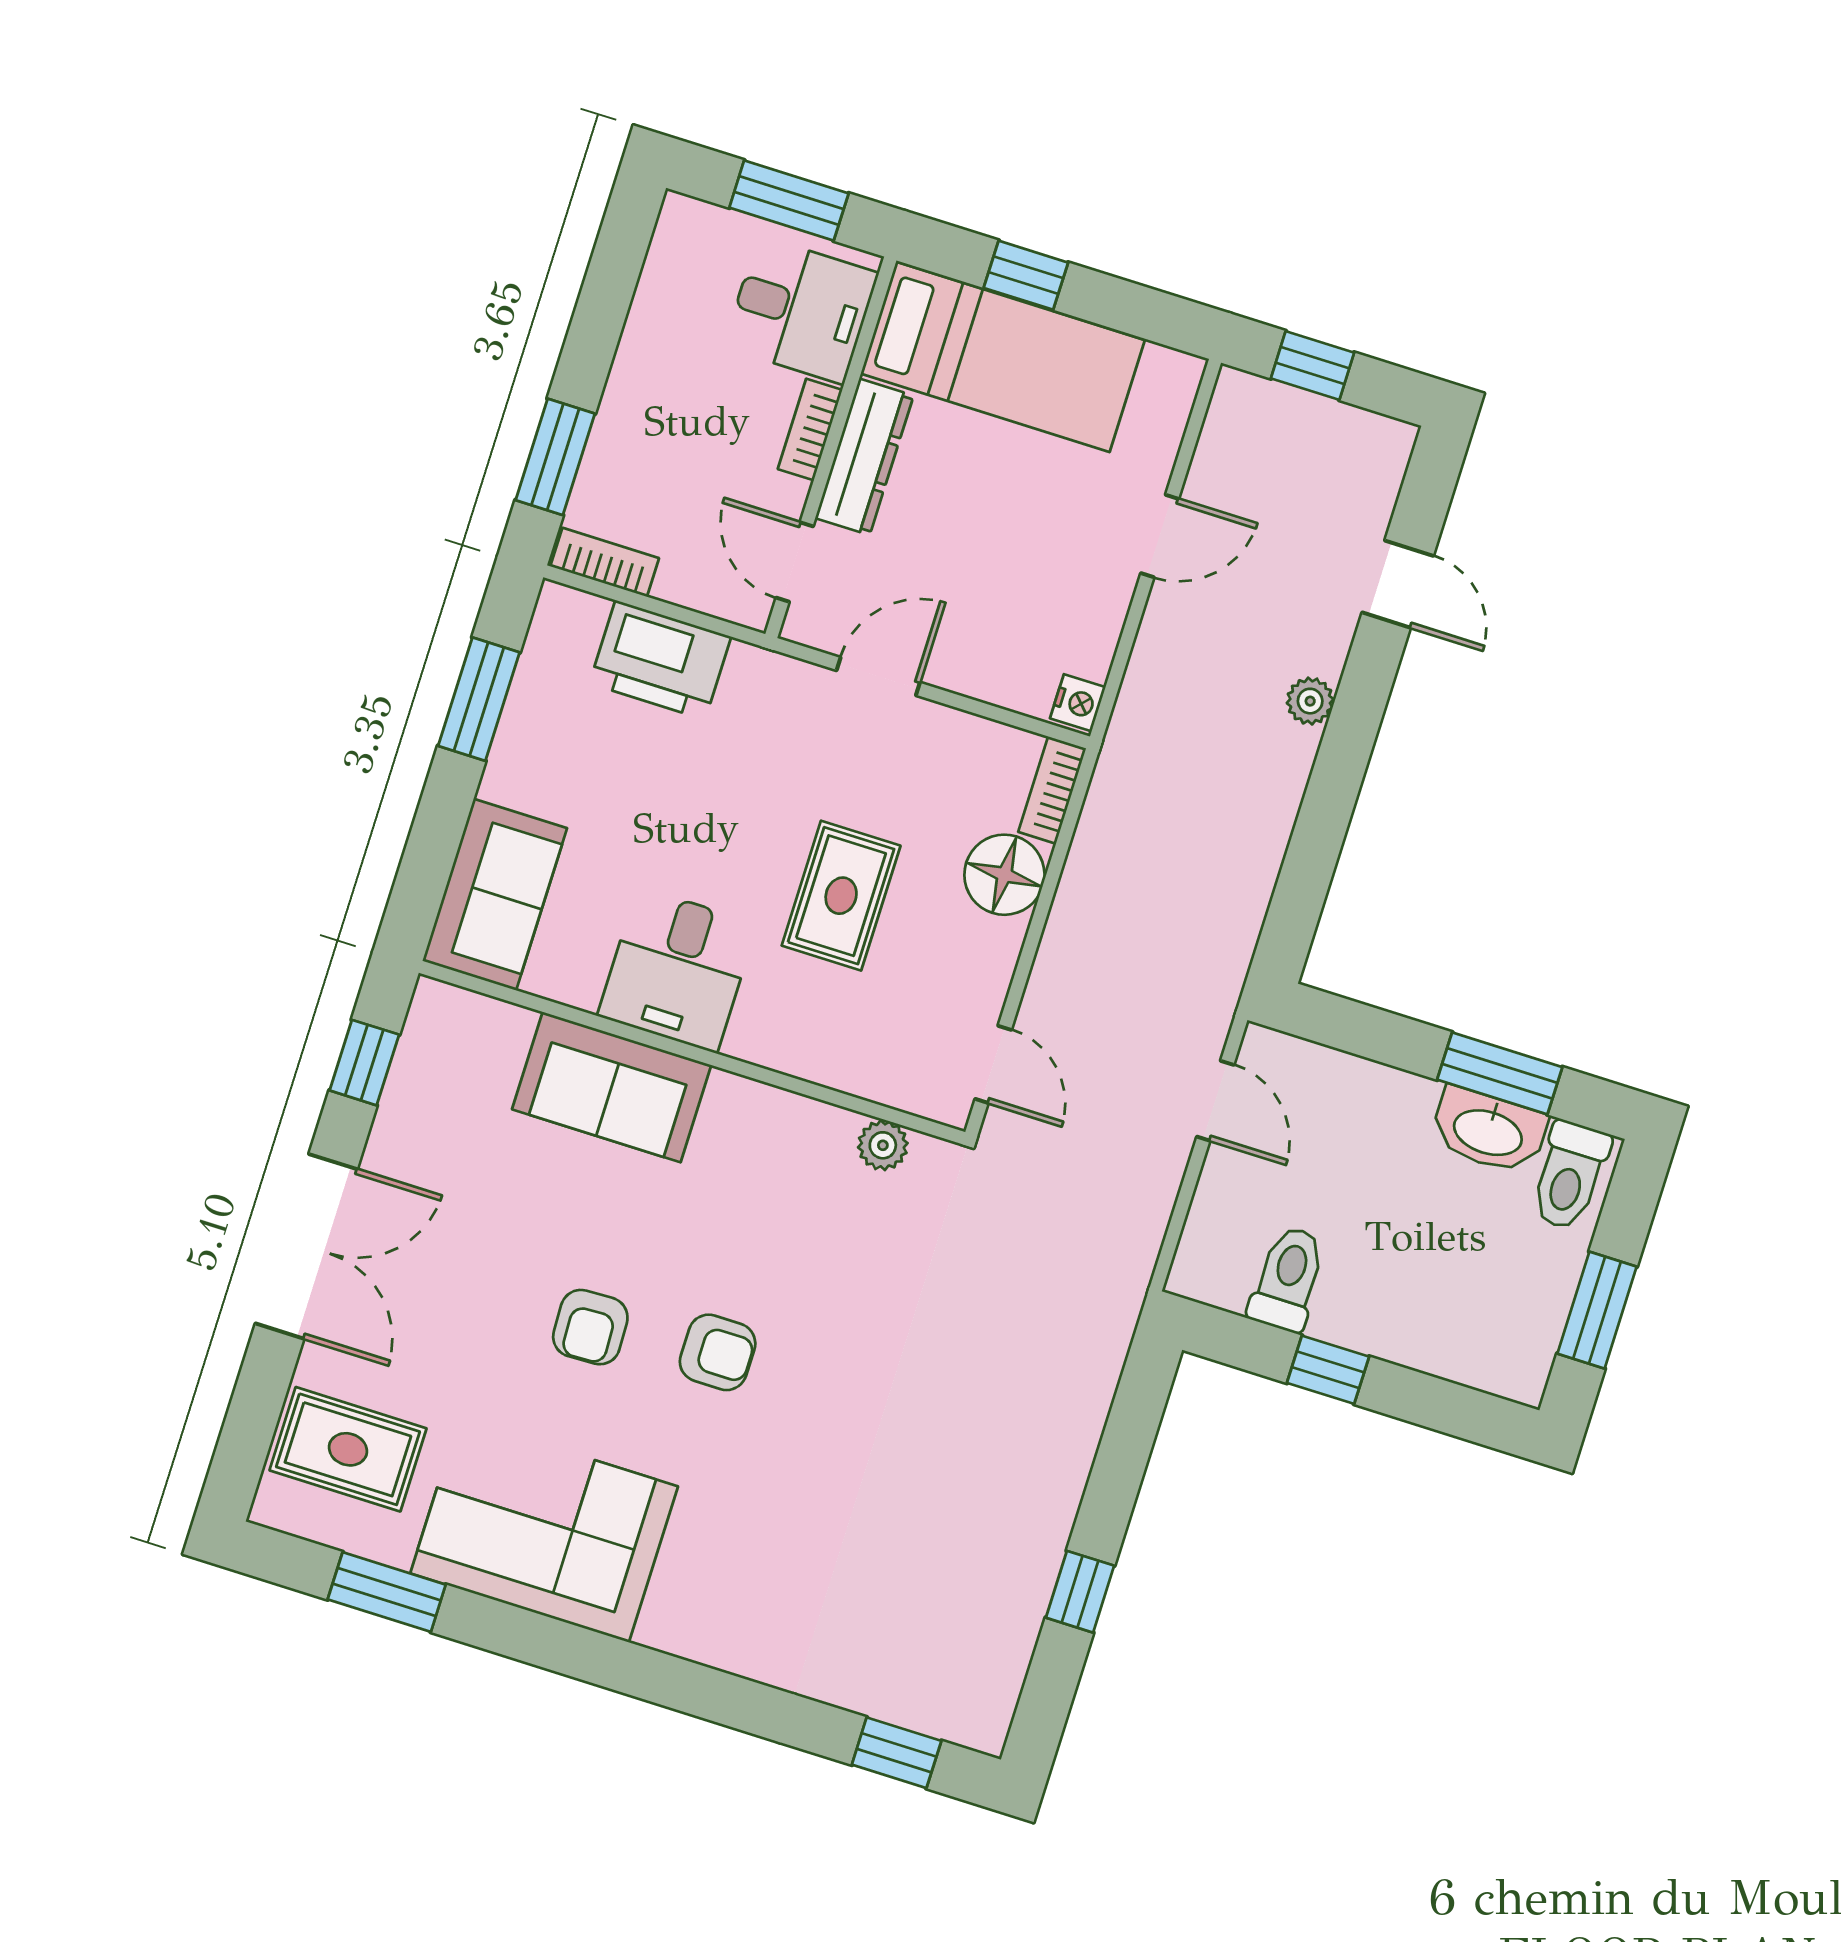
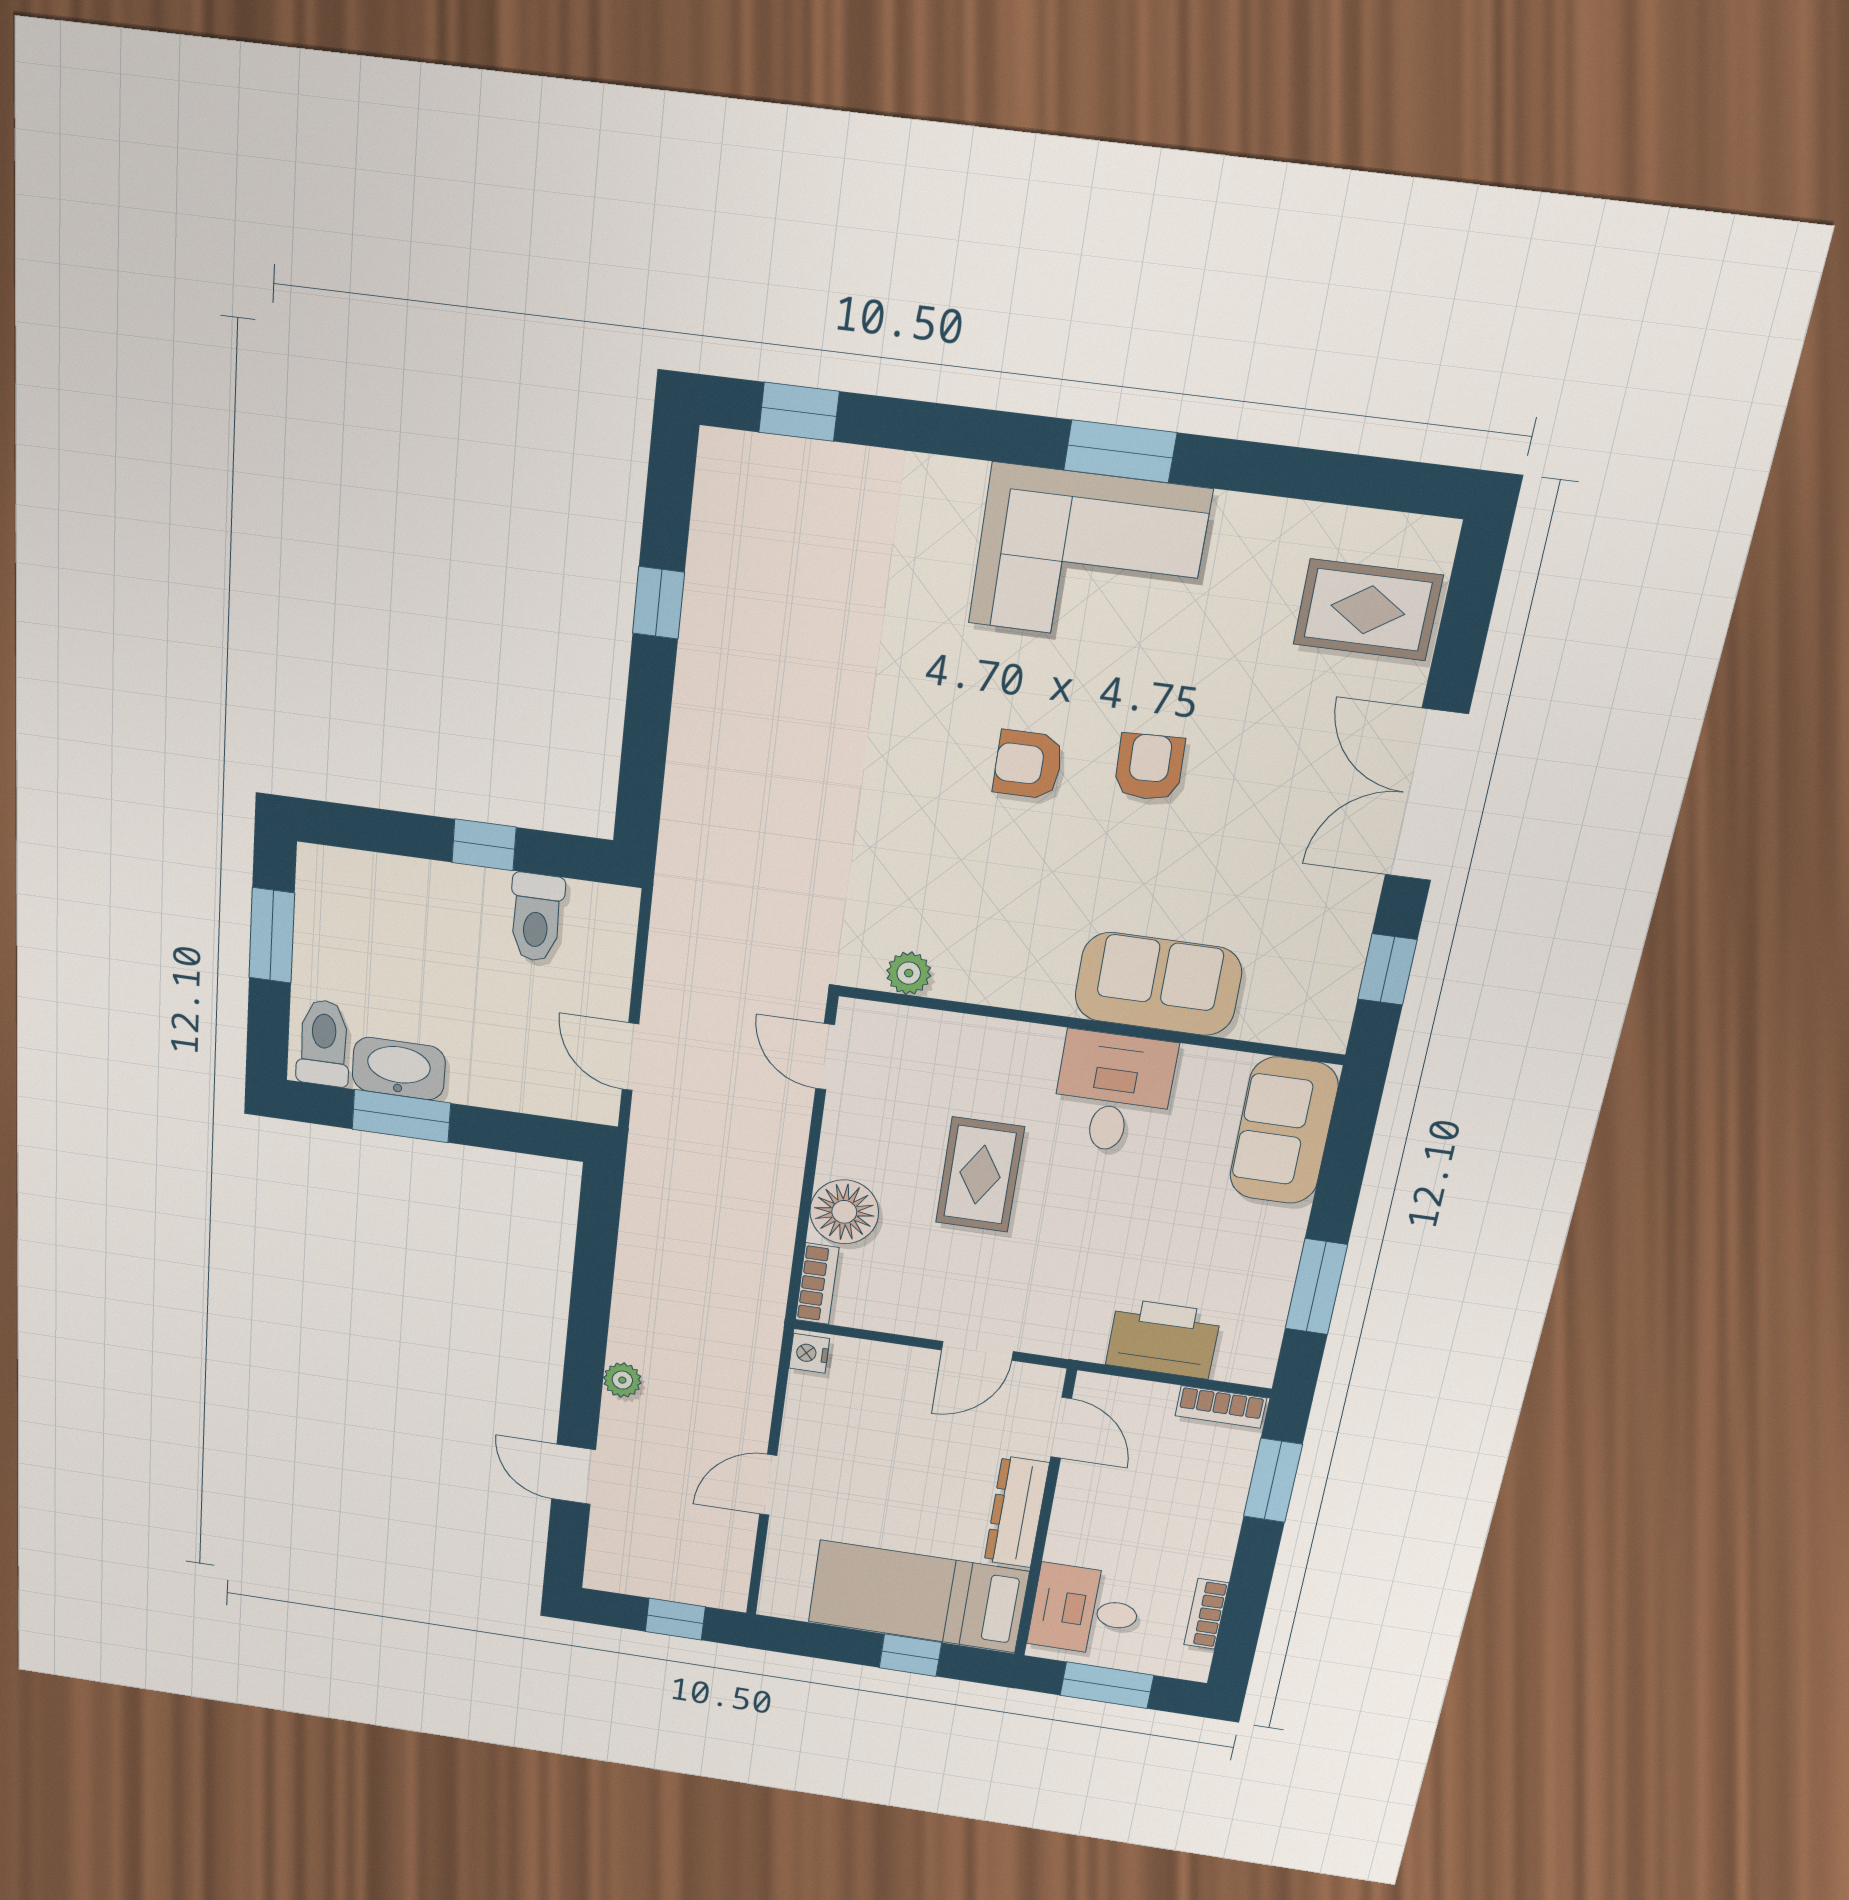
bookcase: (810, 430) -> (1206, 1614), moved, turned 180
corner sofa: (544, 1530) -> (1089, 557), moved
window: (387, 1592) -> (1120, 451), moved

